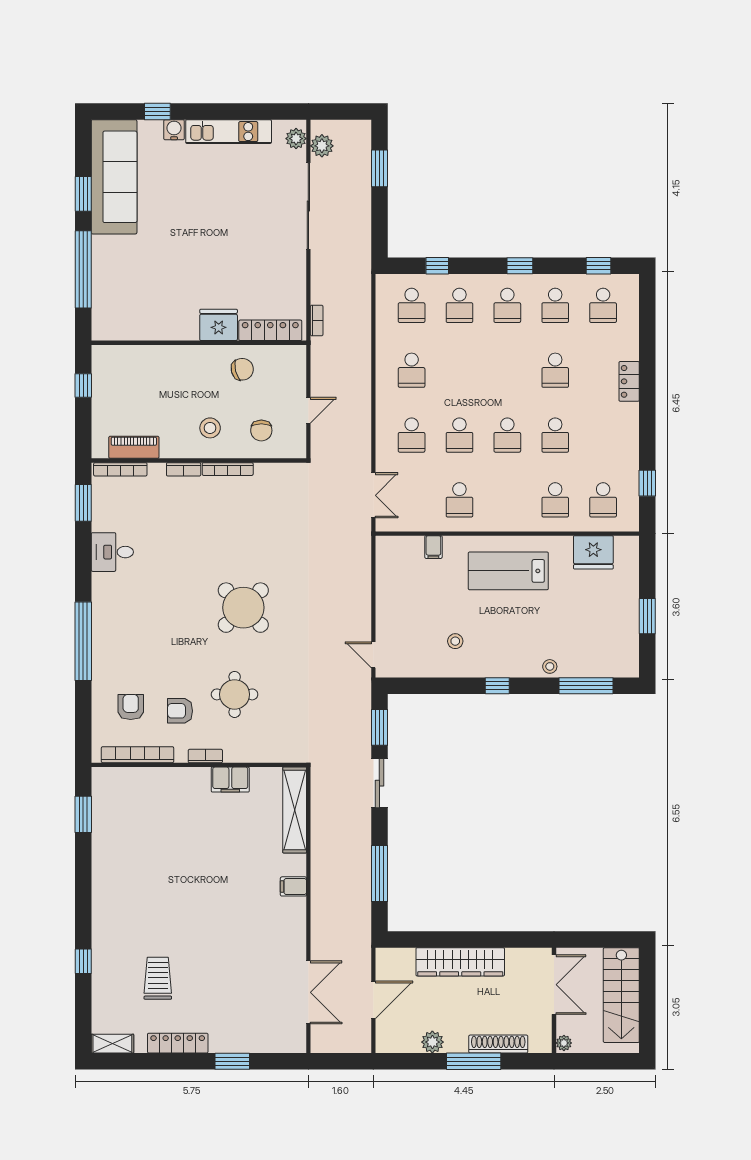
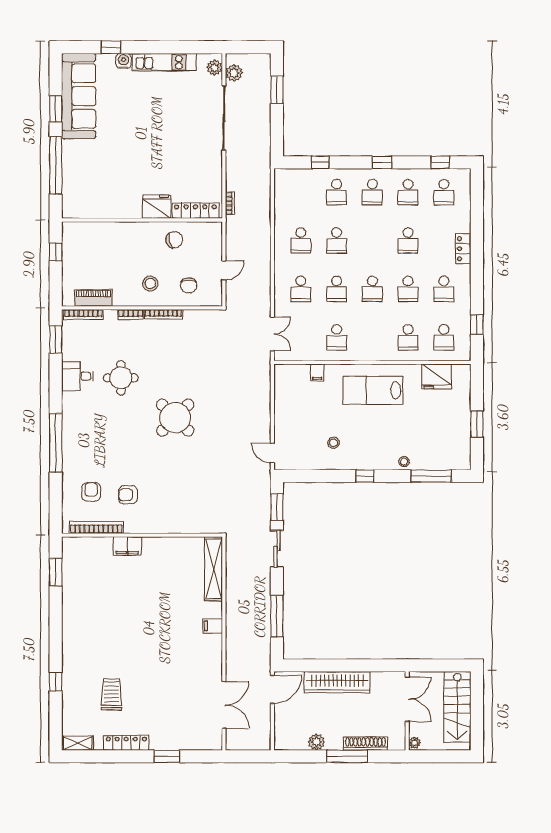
school desk: (412, 305) -> (337, 240), moved
school desk: (603, 435) -> (444, 289), added
round table: (235, 694) -> (121, 378), moved
bookcase: (205, 756) -> (147, 529), removed
filing cabinet: (230, 780) -> (127, 546), moved
door: (373, 1000) -> (272, 689), moved

